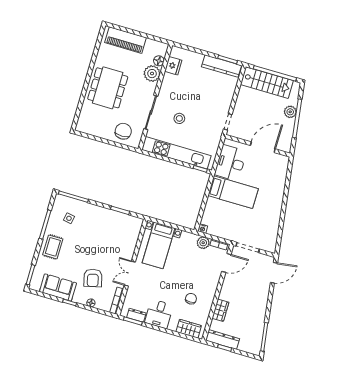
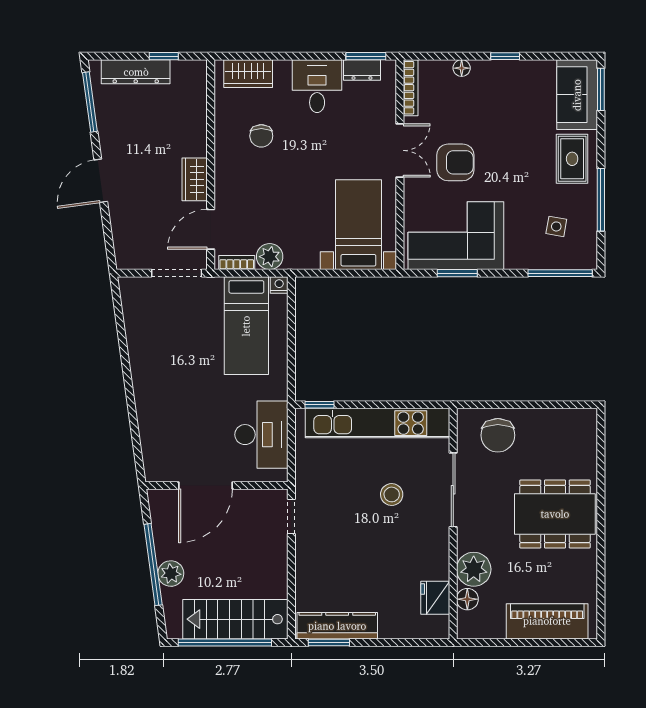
dining table: (108, 88) -> (555, 514), turned 90
bed: (233, 192) -> (246, 326), moved, turned -90
corner sofa: (116, 228) -> (456, 236), added
door: (274, 273) -> (101, 181), moved
armchair: (93, 278) -> (455, 162), moved, turned 104
sofa: (58, 287) -> (577, 95), moved, turned 90
wardrobe: (220, 310) -> (195, 179), moved
dresser: (223, 340) -> (136, 72), moved

